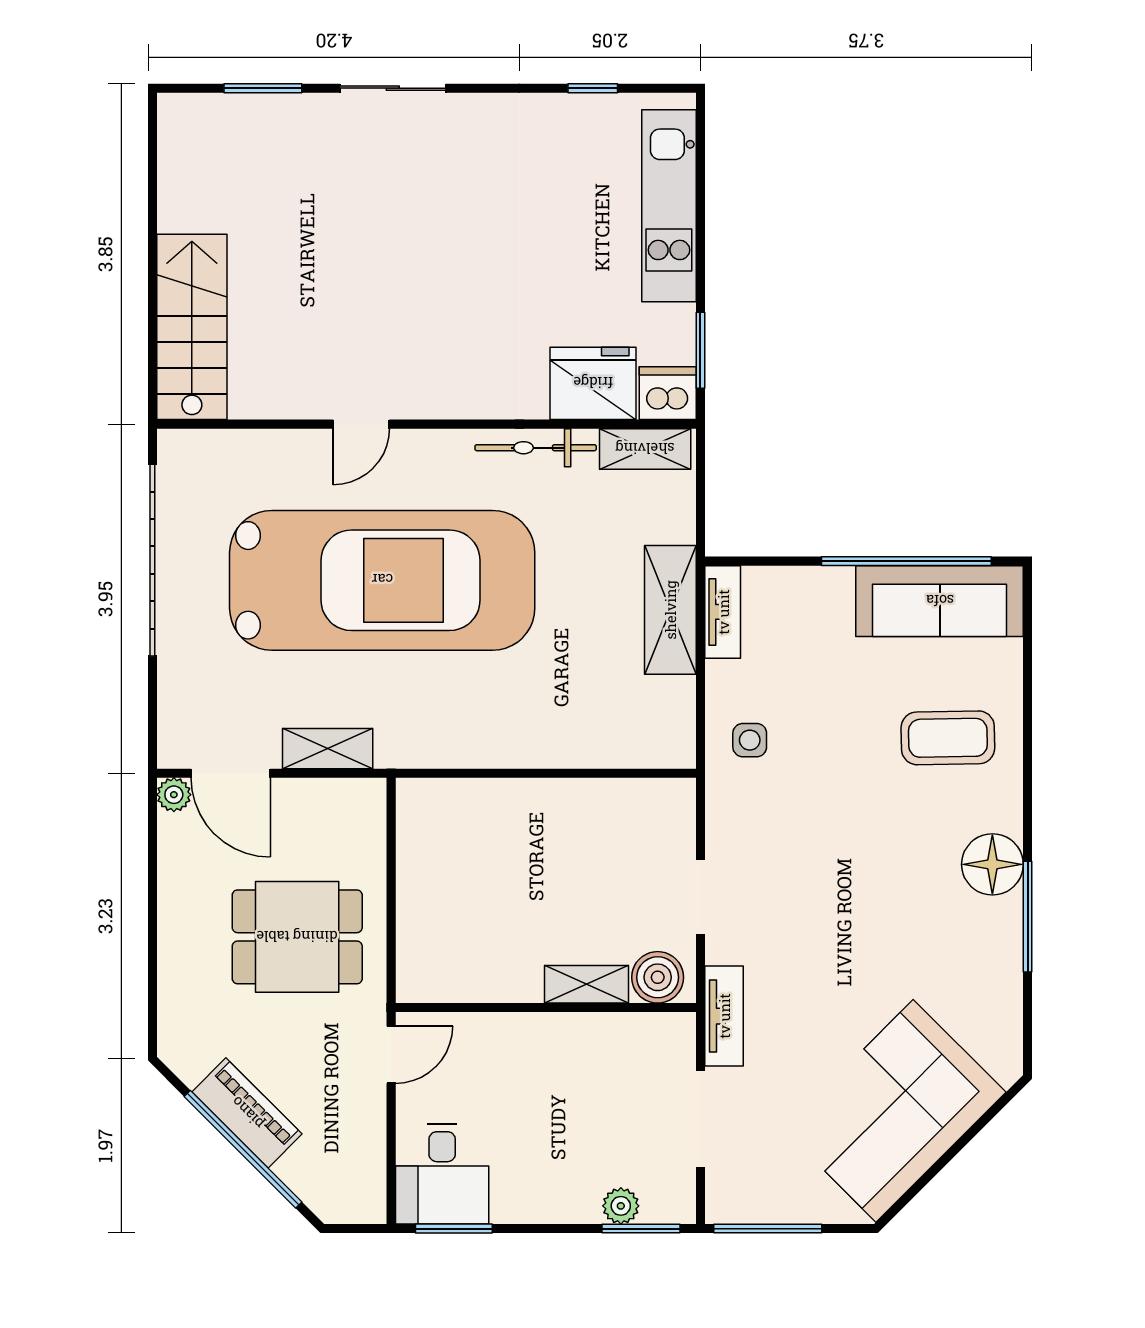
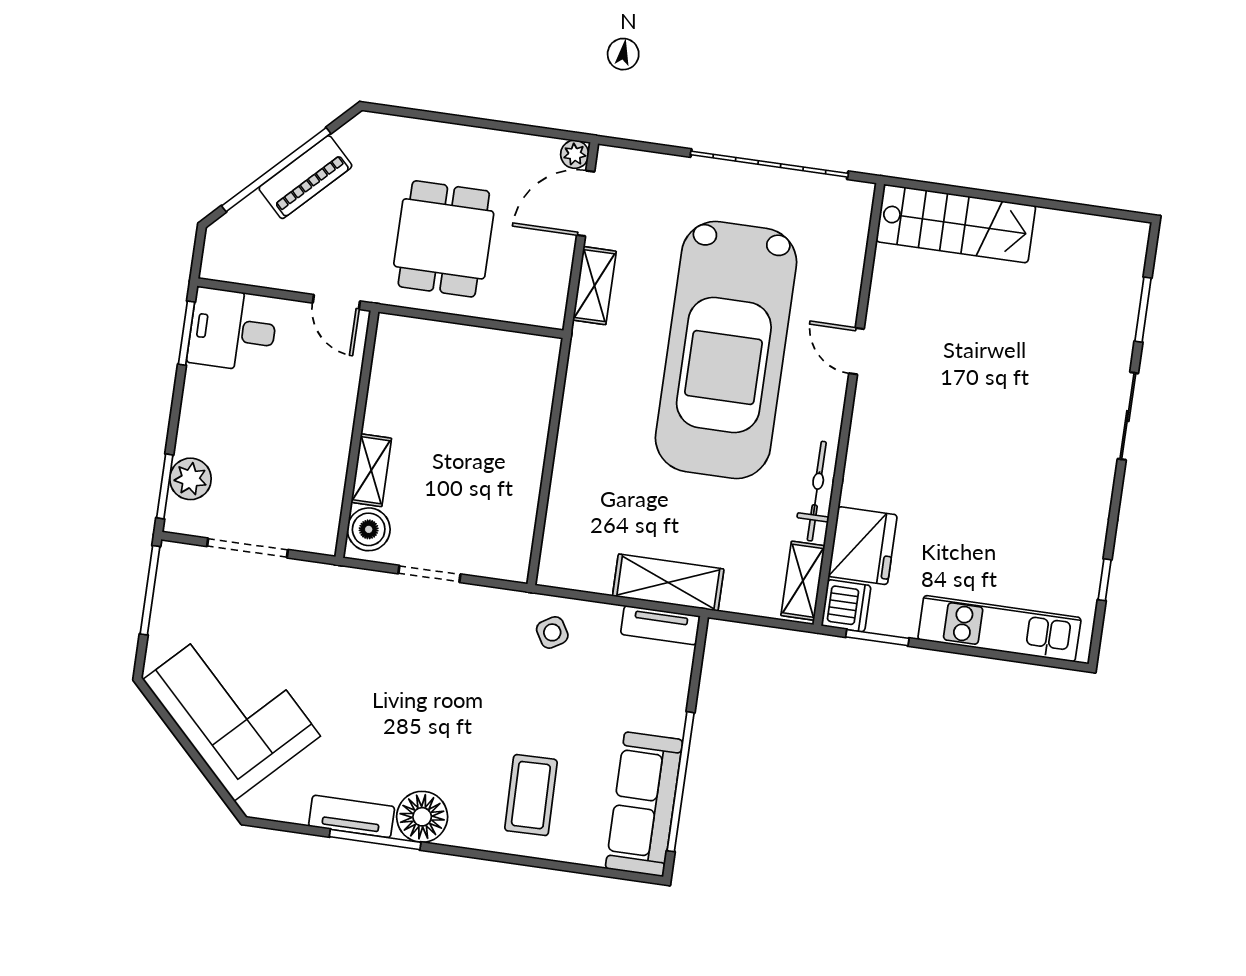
side table: (750, 740) -> (552, 632), turned -31
tv unit: (724, 1016) -> (352, 816), moved, turned 180
plant: (621, 1206) -> (190, 479), width x1.38, depth x1.38

